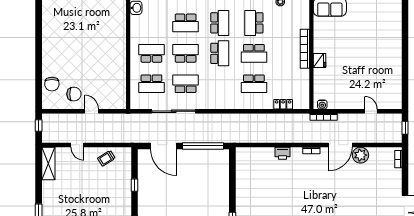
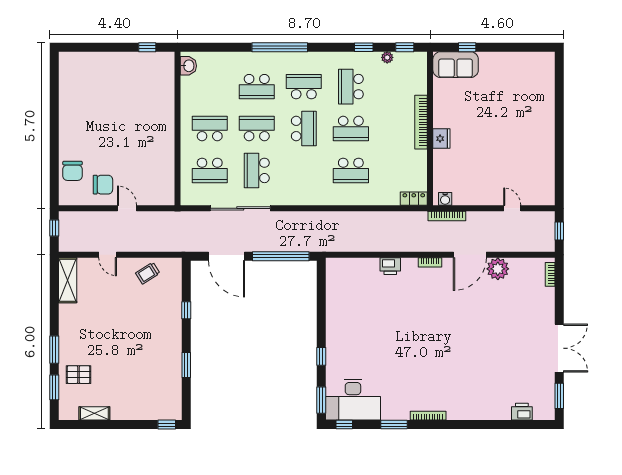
school desk: (220, 23) -> (304, 87), turned -90
school desk: (186, 84) -> (257, 170), turned -90
locker: (283, 104) -> (414, 199), moved

